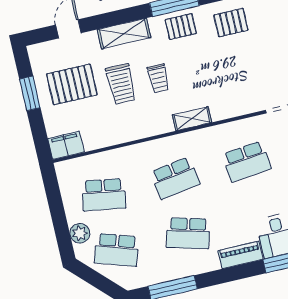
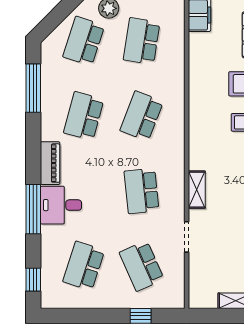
shelving: (192, 119) -> (197, 190), moved
school desk: (175, 178) -> (142, 116), turned 30

